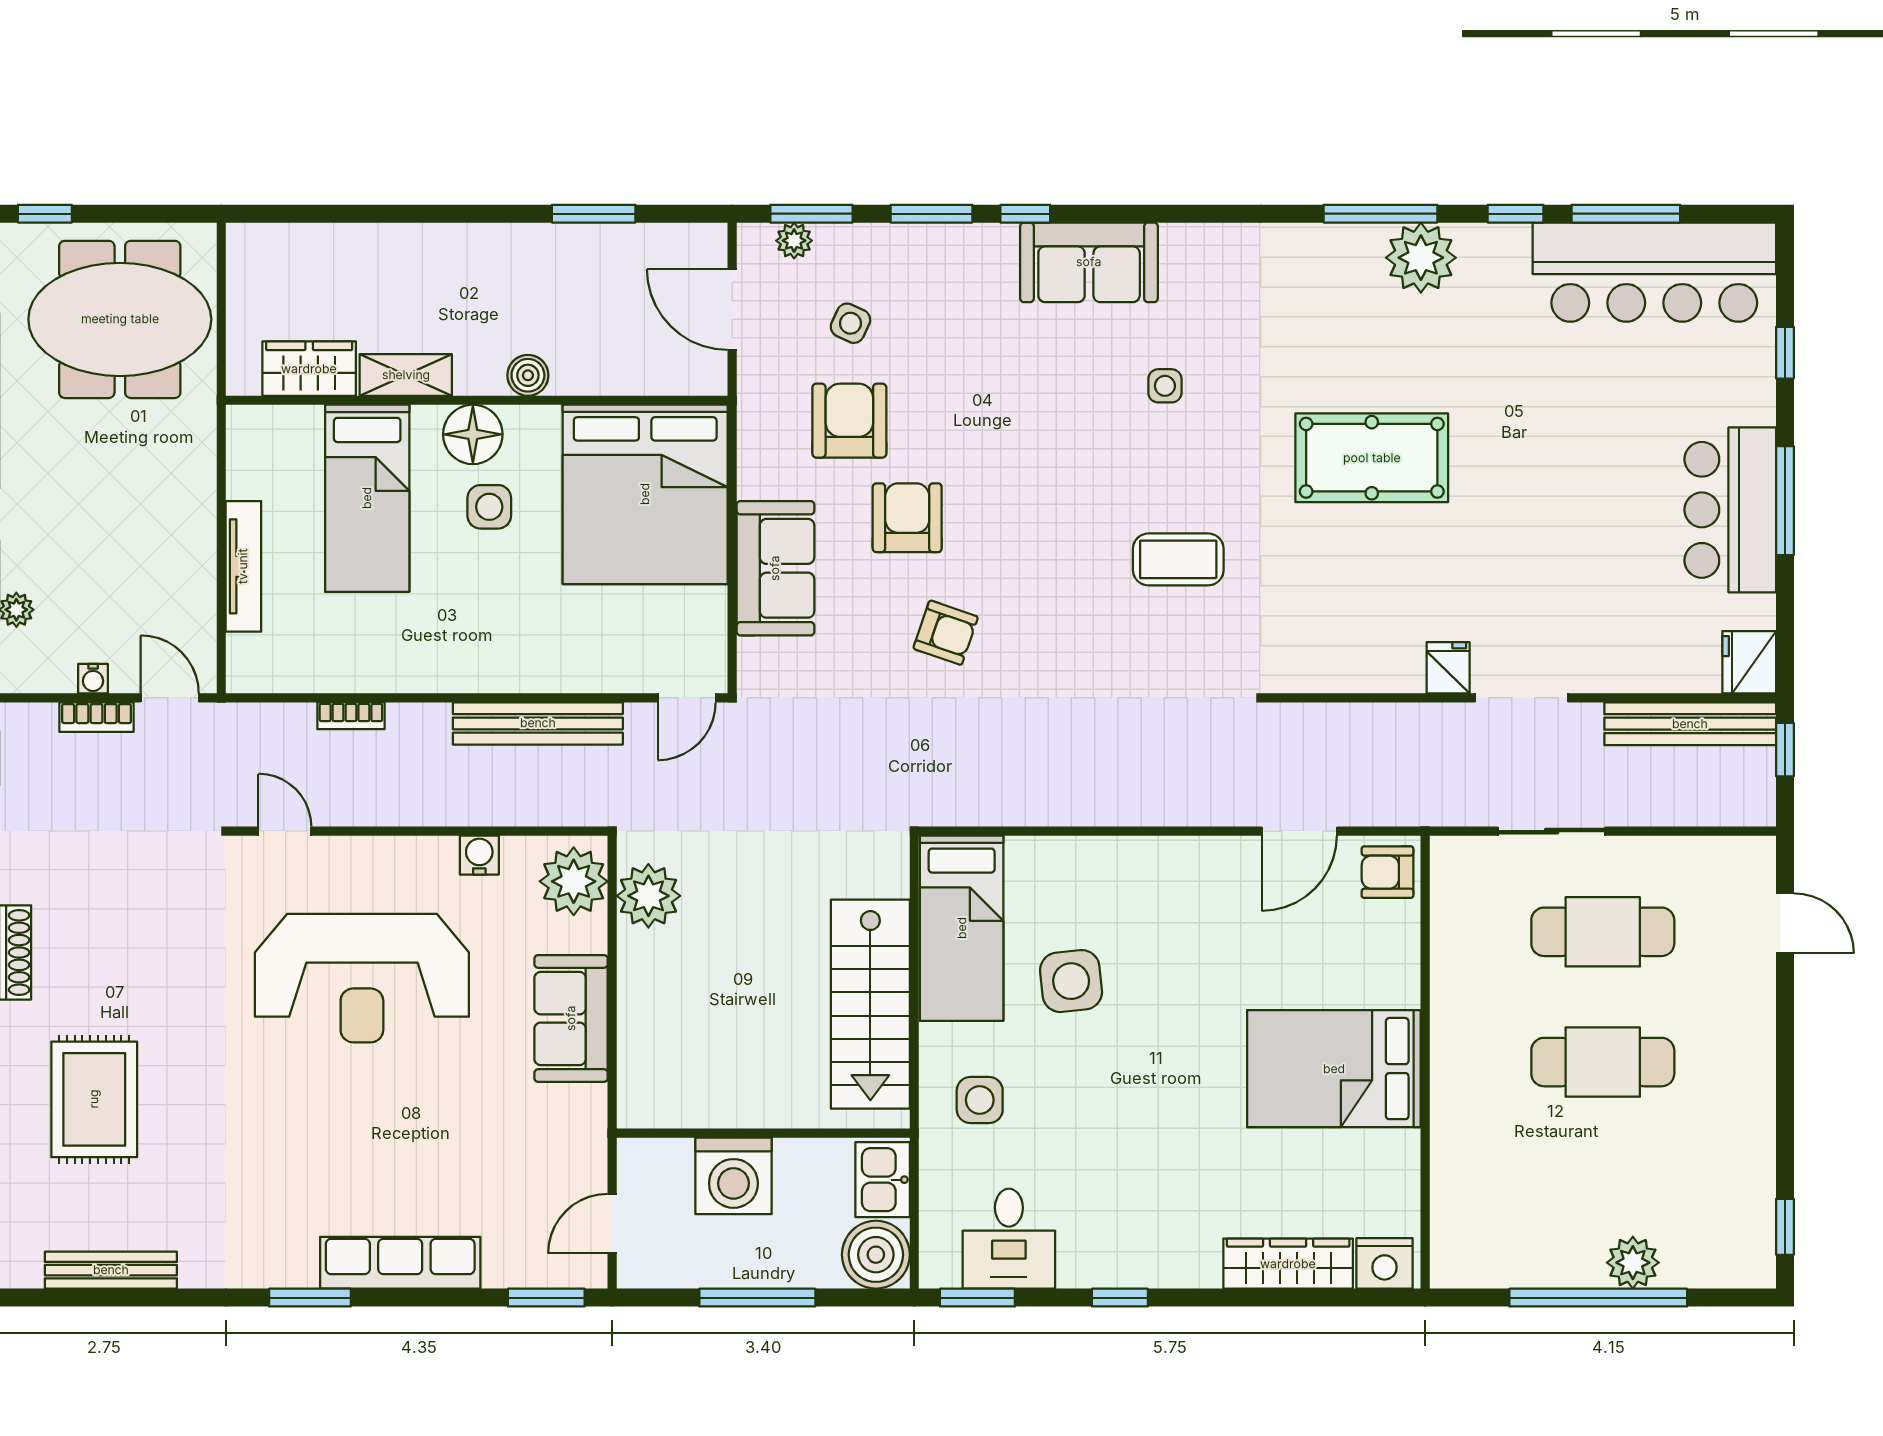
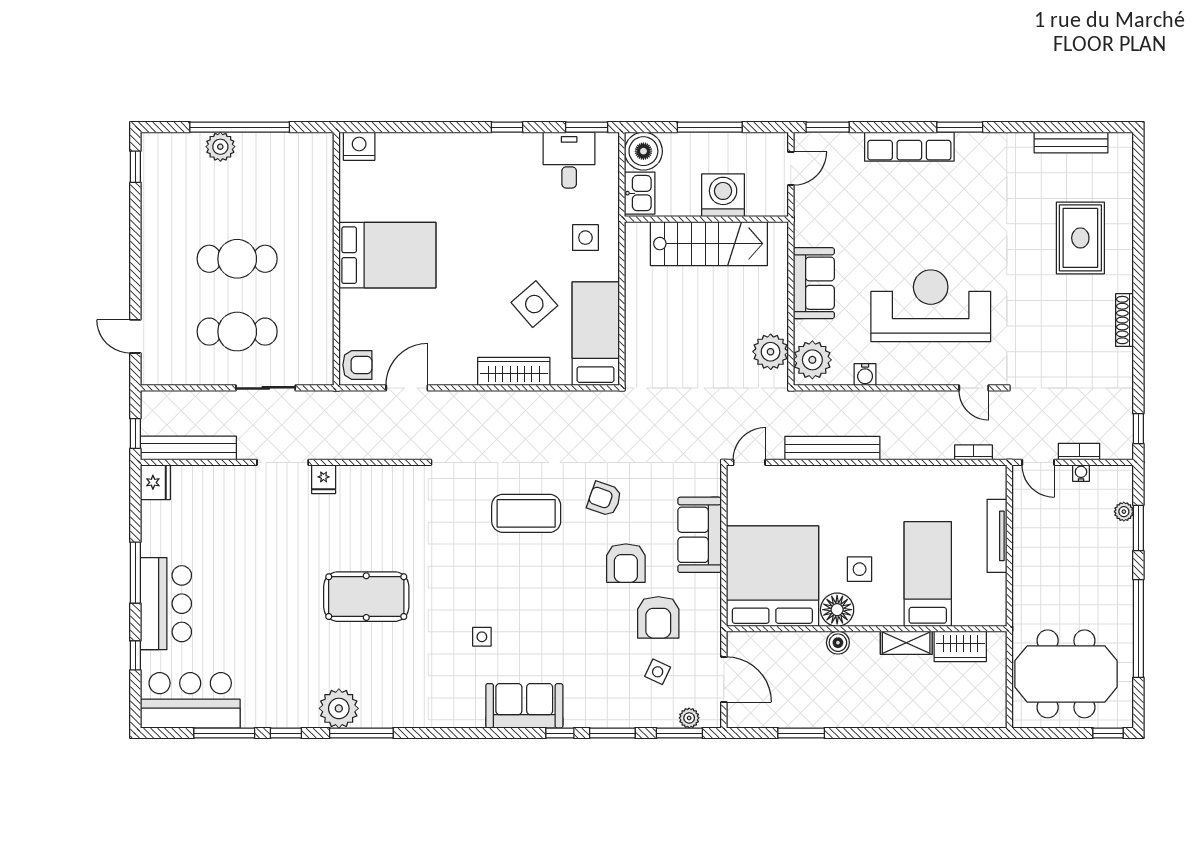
bar counter: (1654, 272) -> (190, 700), width x0.73
floor lamp: (473, 434) -> (837, 610), moved
bar counter: (1730, 510) -> (166, 604), moved
coffee table: (1178, 559) -> (526, 513), moved, width x1.36, depth x1.32
bookcase: (351, 716) -> (974, 452), moved
side table: (1071, 981) -> (534, 304), turned -35
stairs: (870, 1004) -> (709, 244), moved, turned 90
wardrobe: (1288, 1264) -> (514, 371), moved, turned 180

